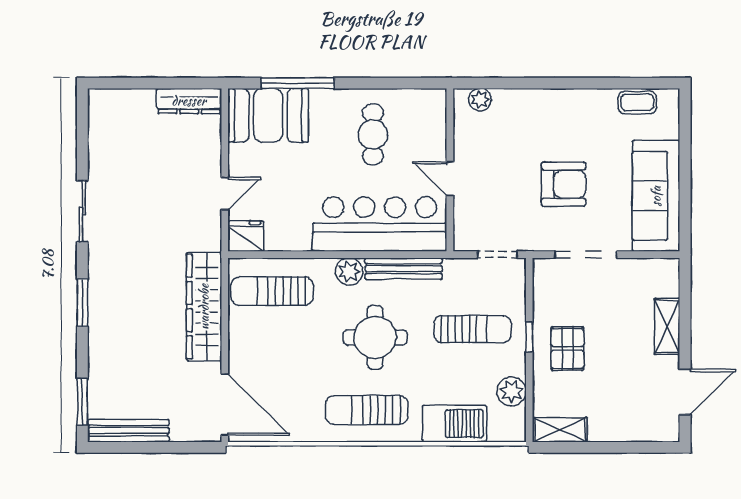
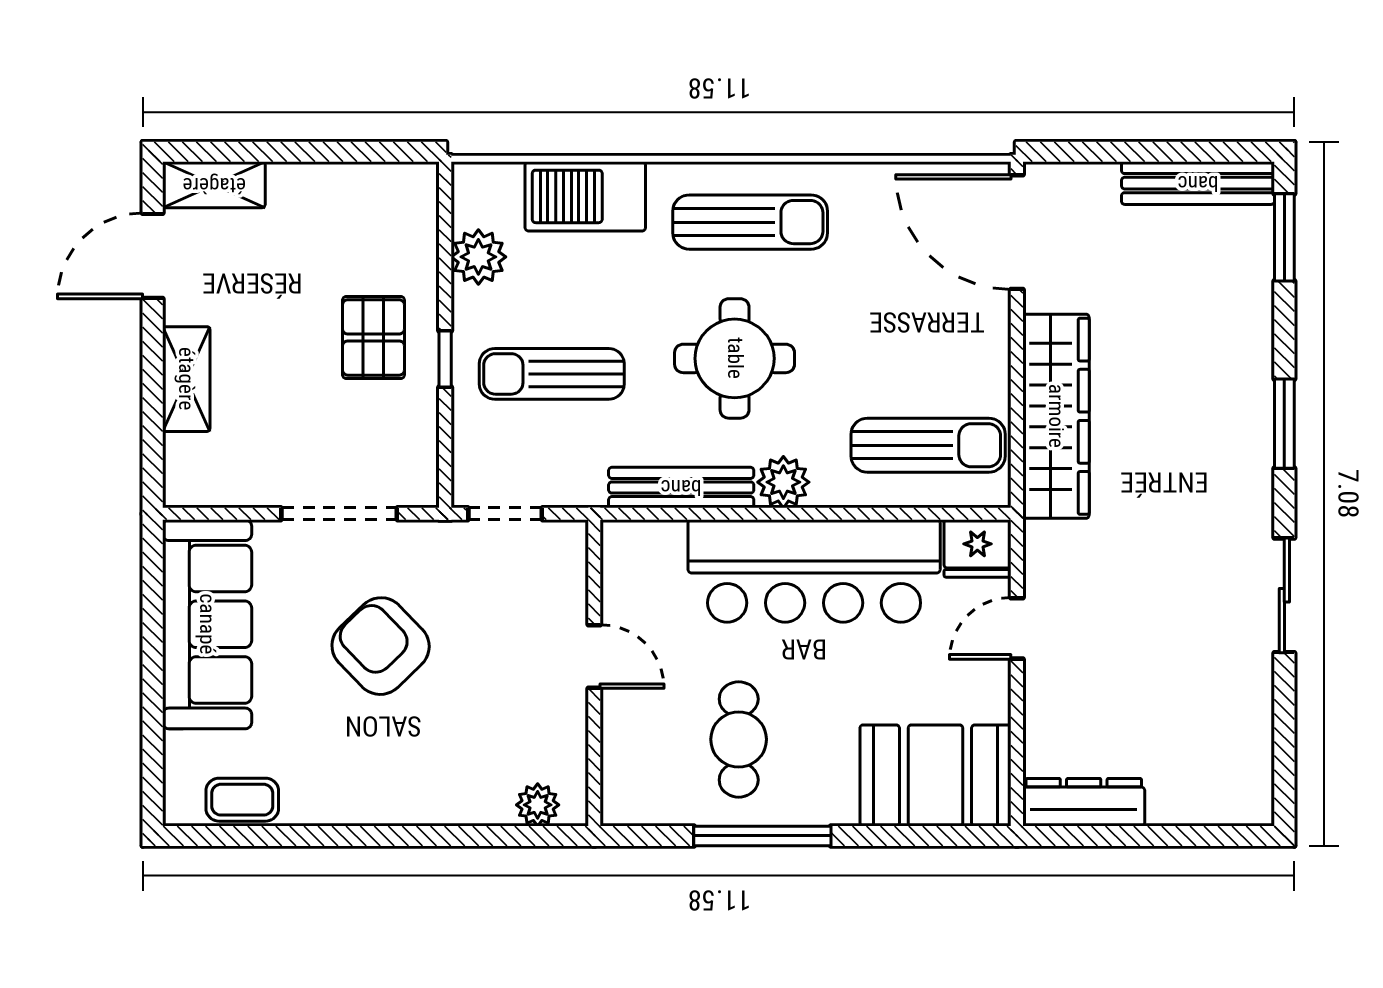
window: (298, 83) -> (762, 836), moved
armchair: (564, 184) -> (381, 646), turned 46
bar counter: (380, 224) -> (814, 571), moved
shelving: (560, 430) -> (214, 185), moved

